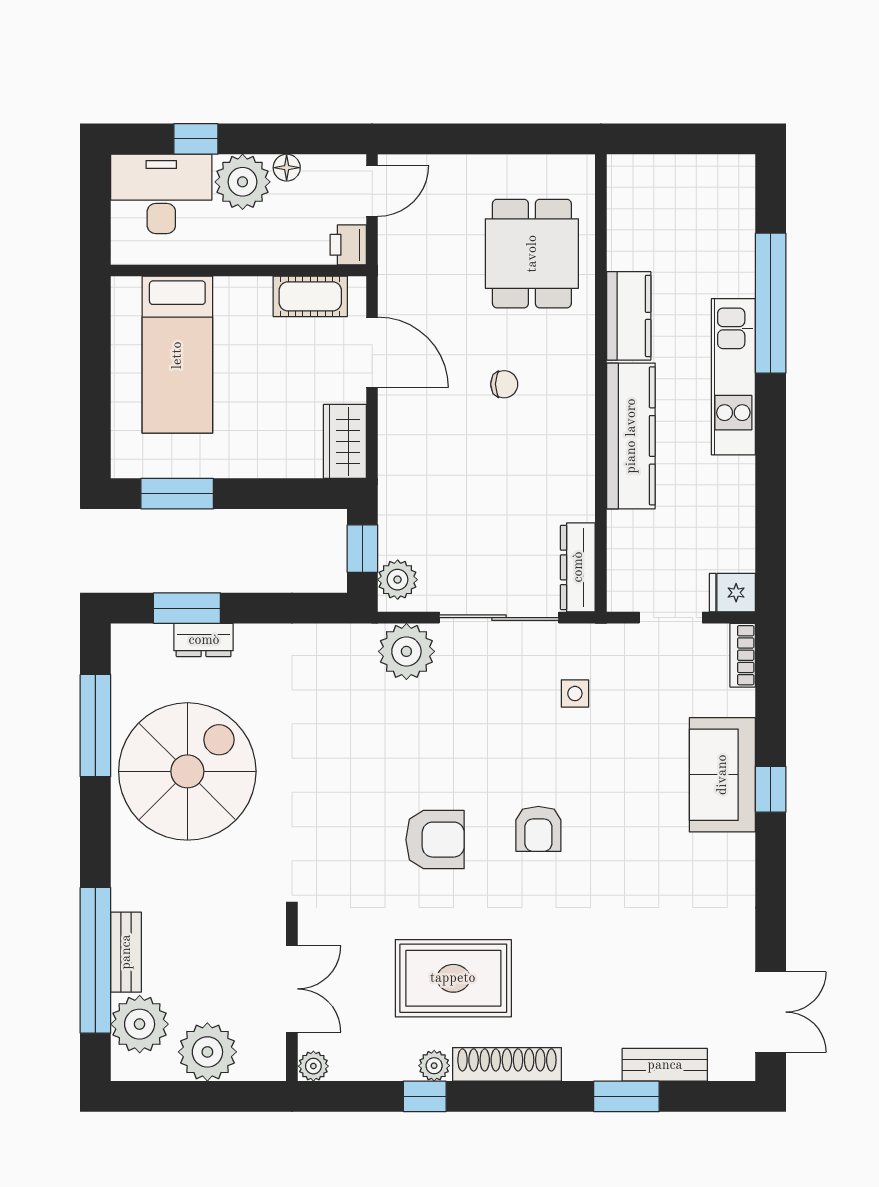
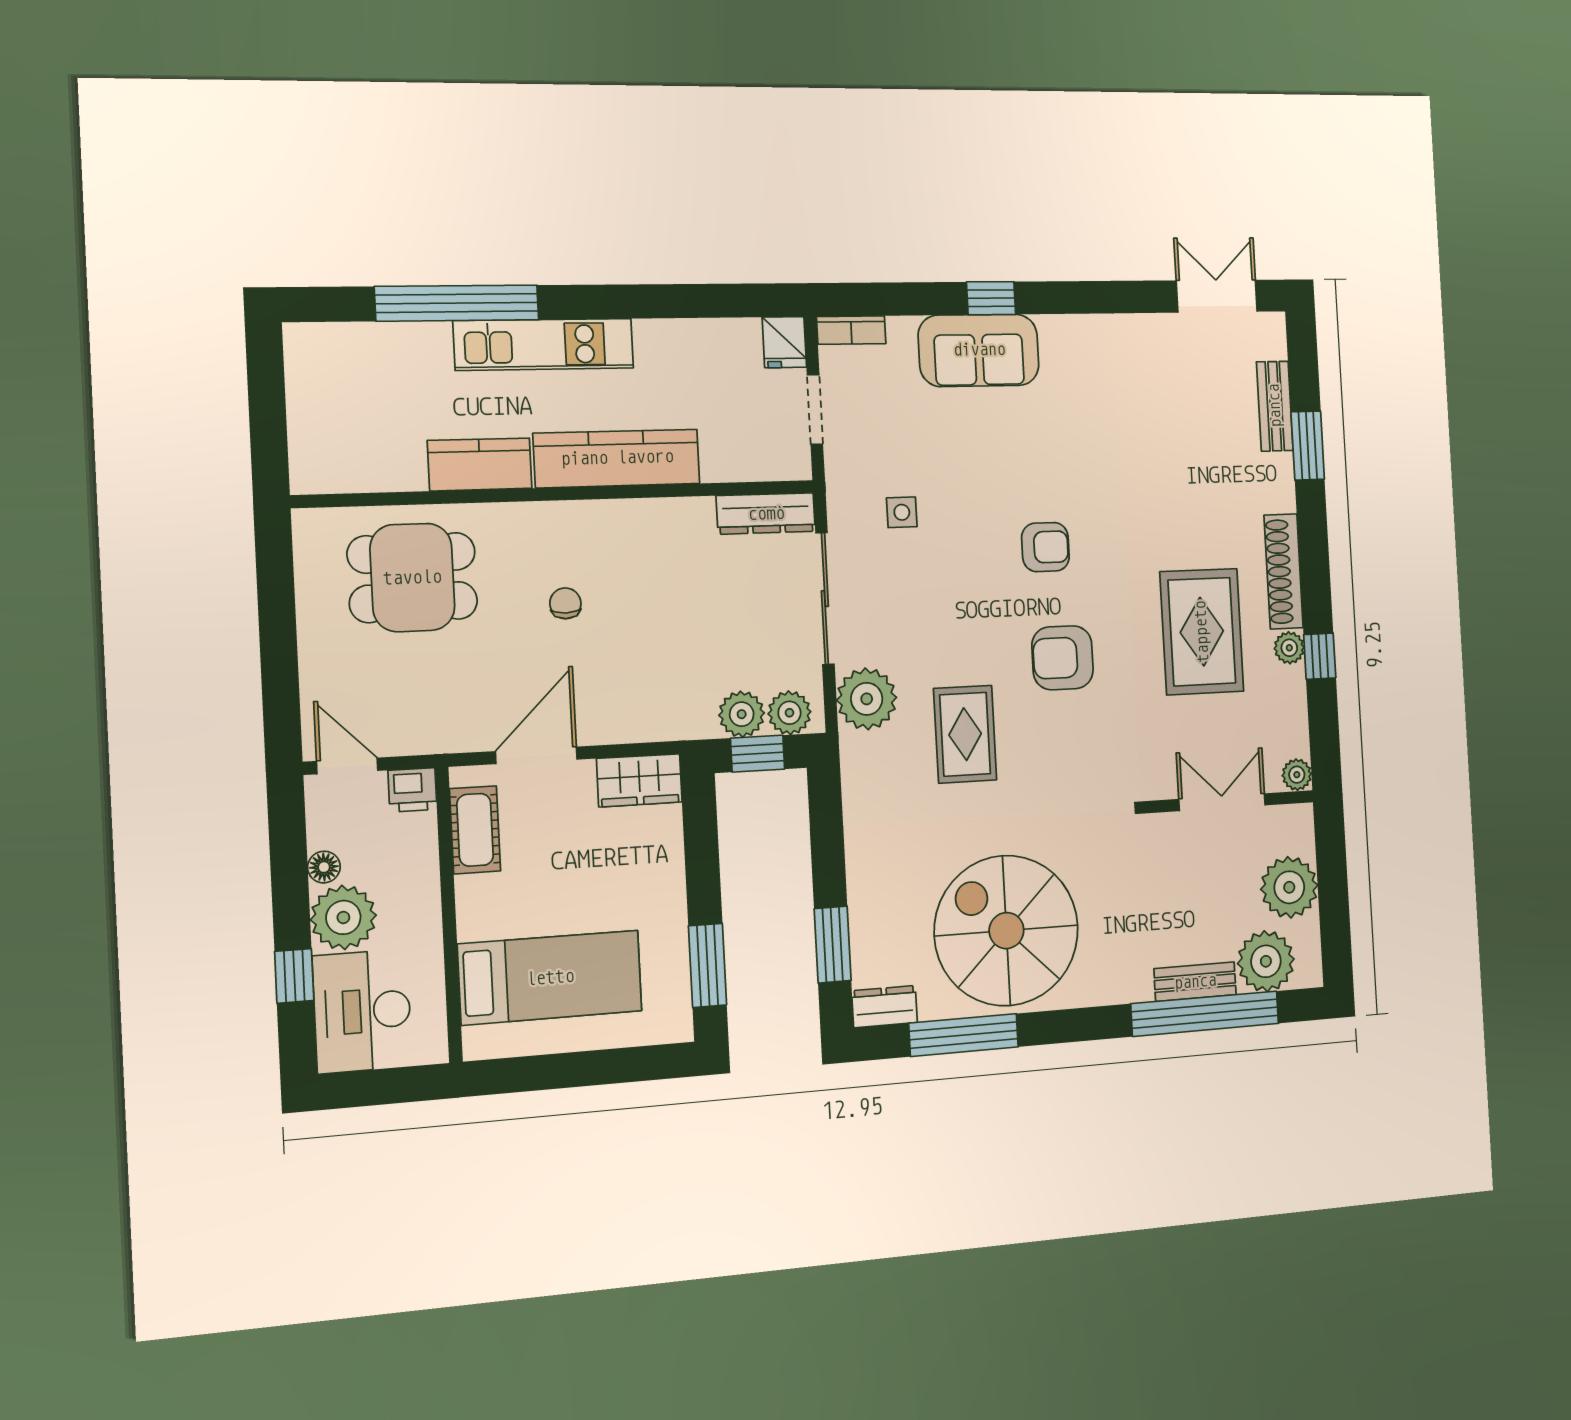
plant: (399, 536) -> (742, 714), added
dresser: (204, 640) -> (885, 1007), moved, turned -90
rug: (369, 742) -> (965, 734), added
armchair: (435, 840) -> (1063, 658), turned -90

